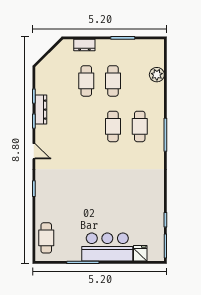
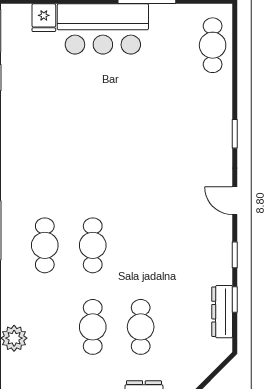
dresser: (41, 110) -> (222, 312), moved

